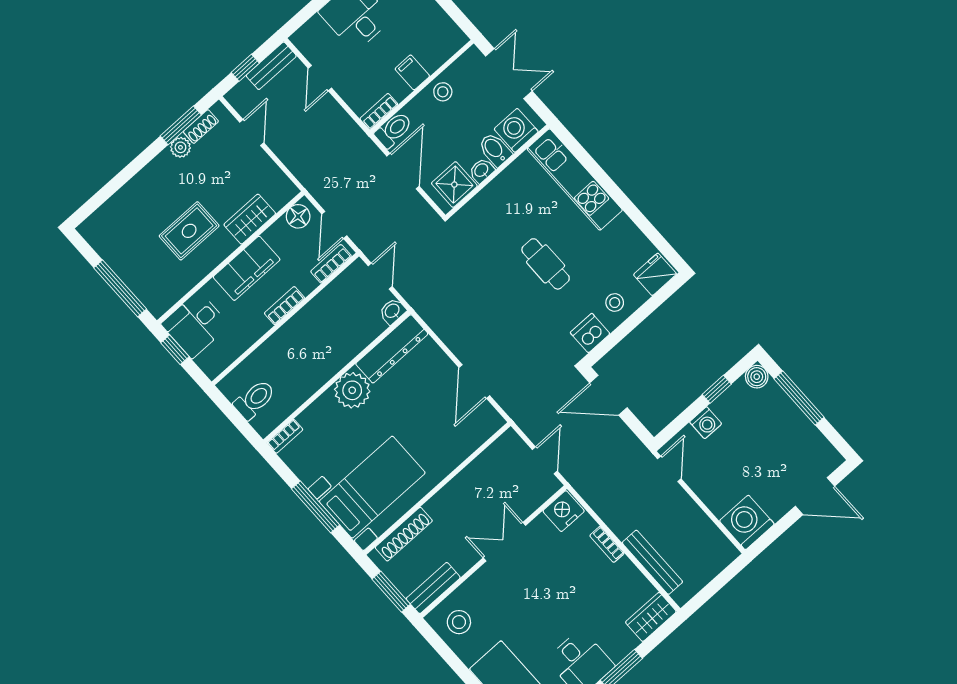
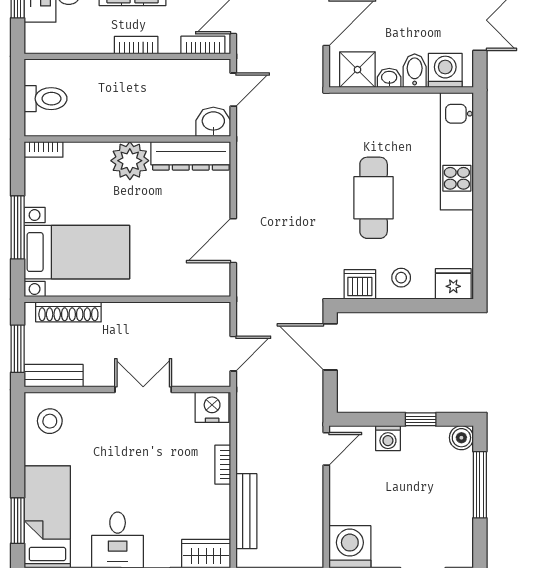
cafe table: (546, 264) -> (374, 198), width x1.37, depth x1.35
washbasin: (392, 311) -> (213, 122), width x1.38, depth x1.45

